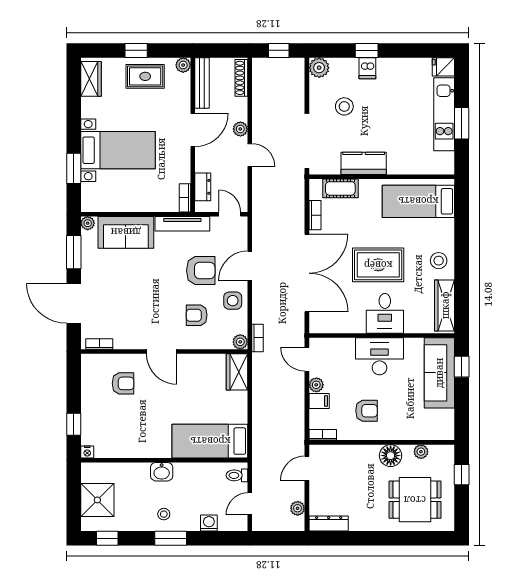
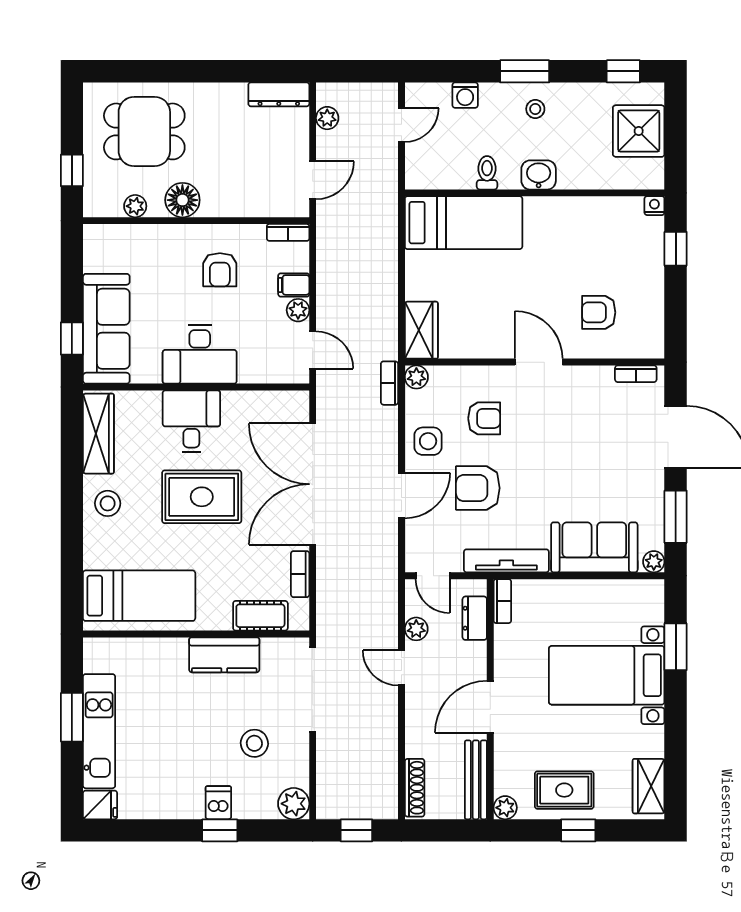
plant: (240, 129) -> (416, 629), moved
armchair: (367, 411) -> (220, 270), turned -90
toilet: (237, 475) -> (487, 173), moved, turned -90

